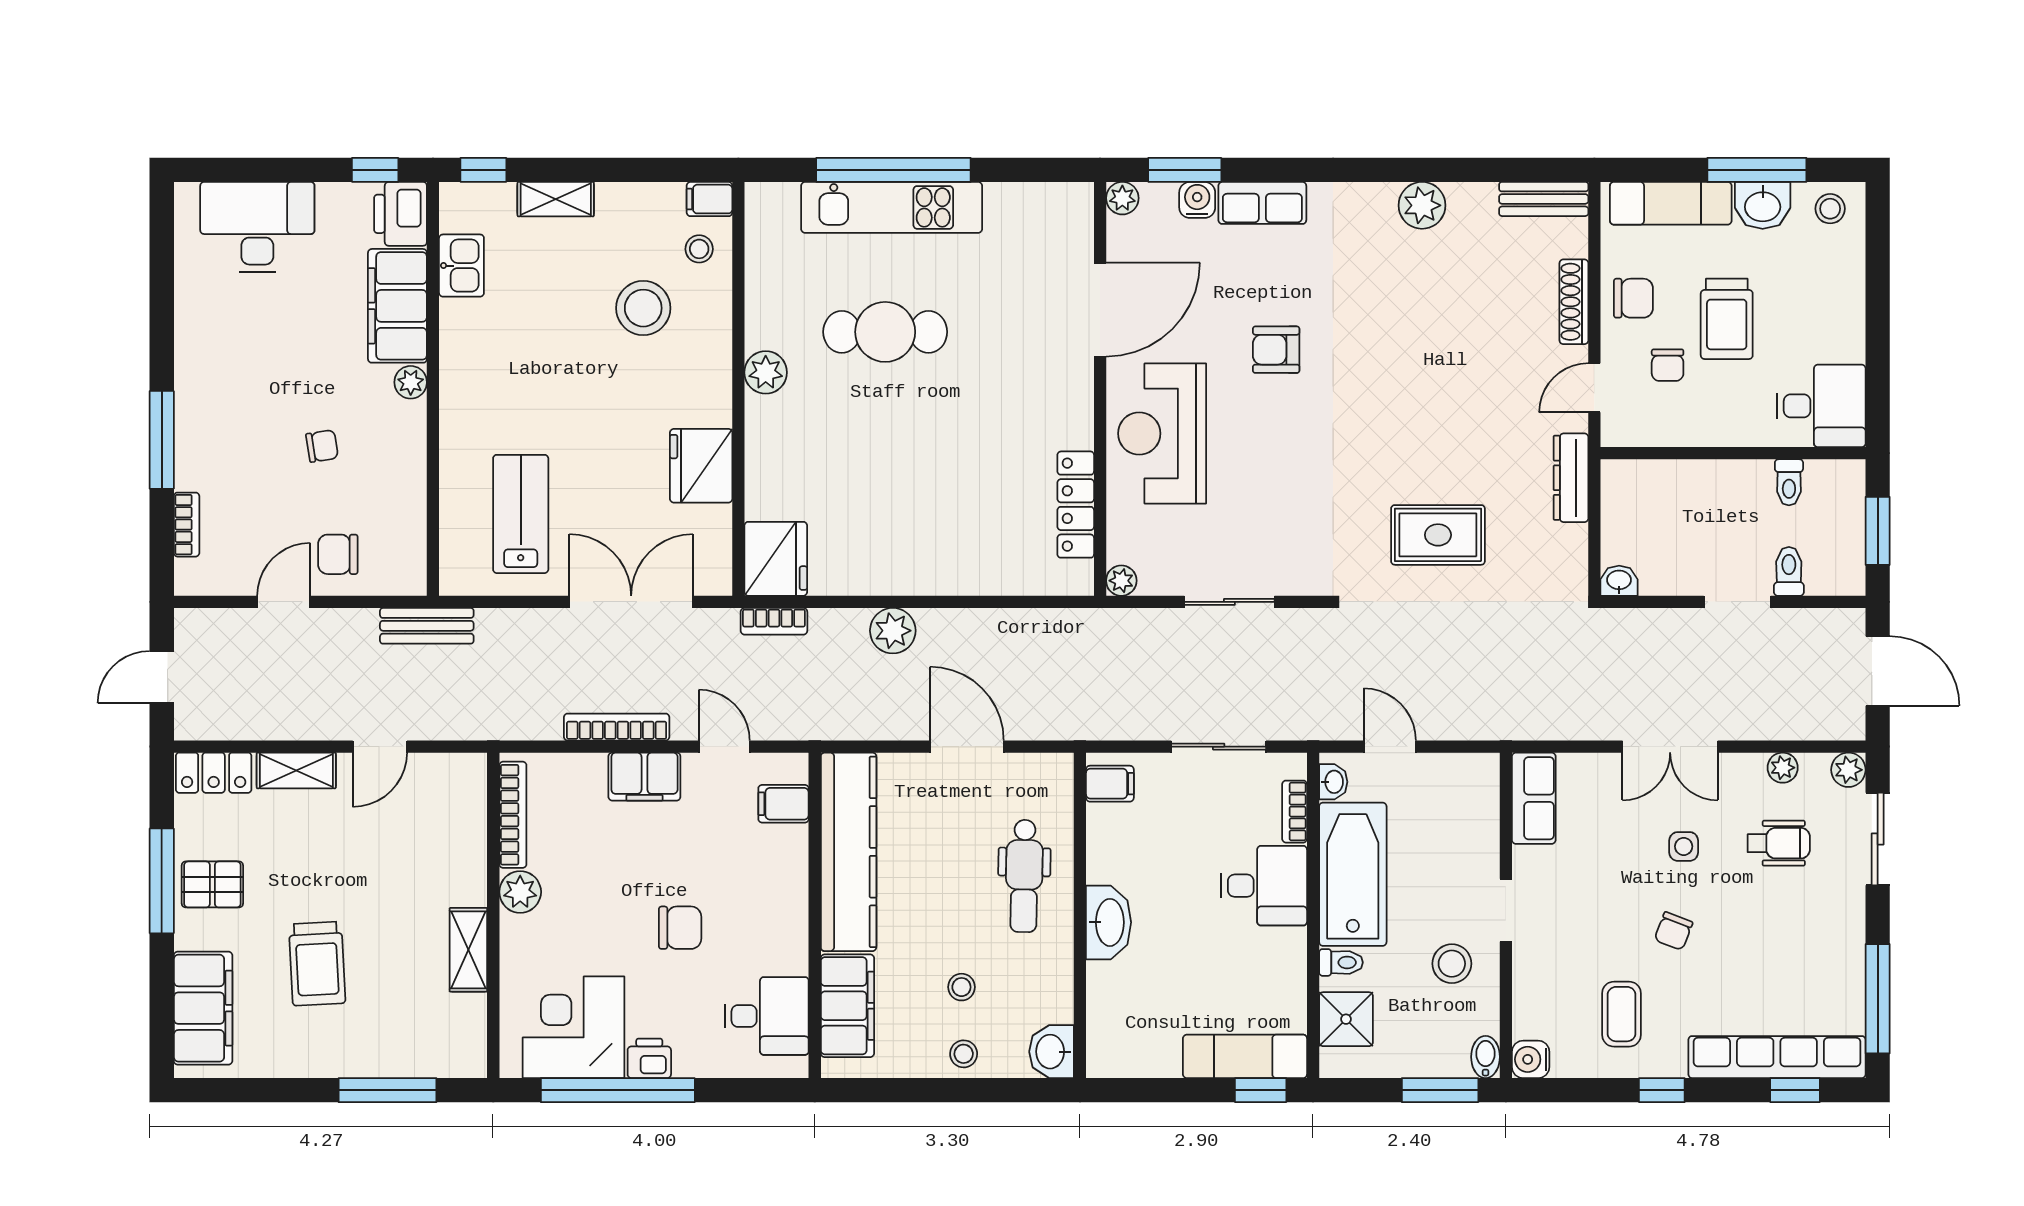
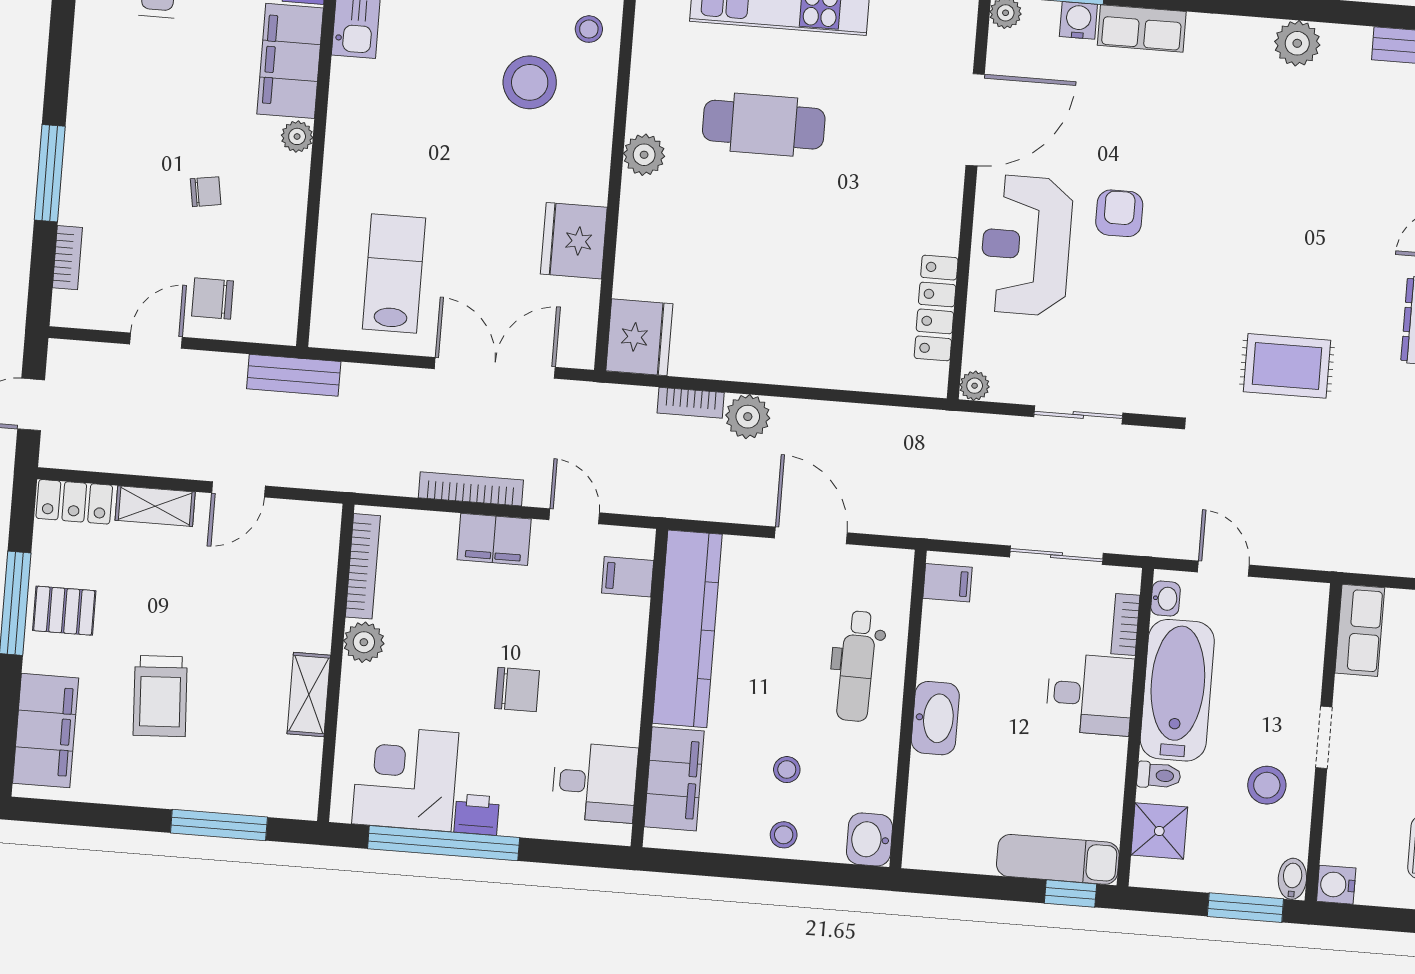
armchair: (1276, 350) -> (1119, 213), moved, turned 90
bookcase: (774, 621) -> (691, 403), moved

